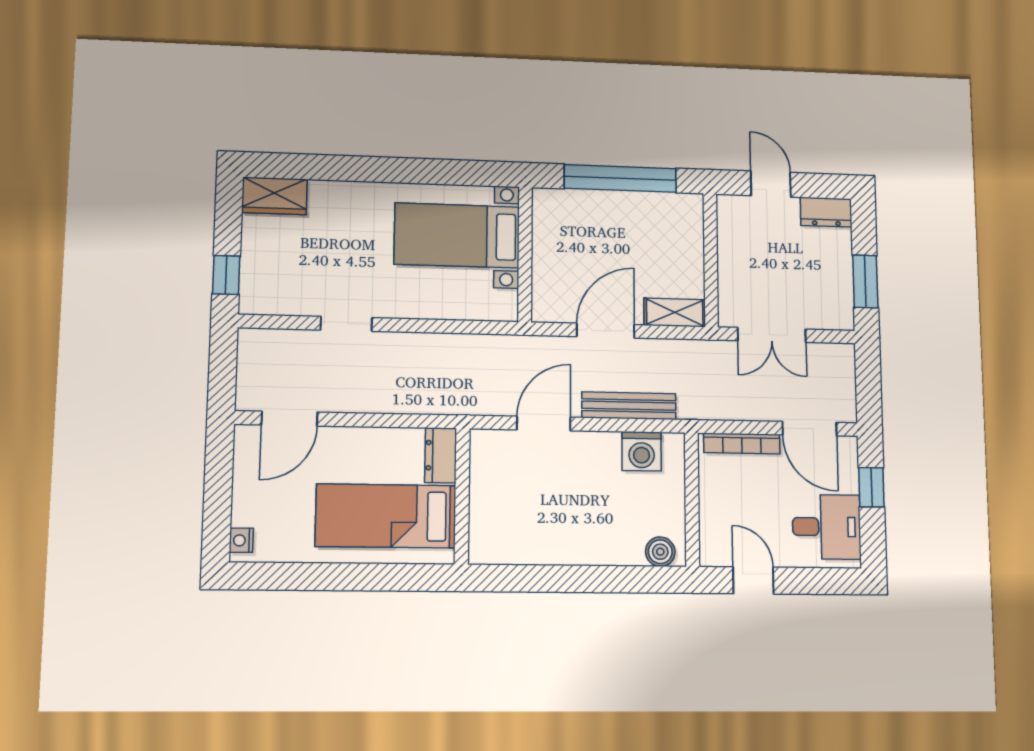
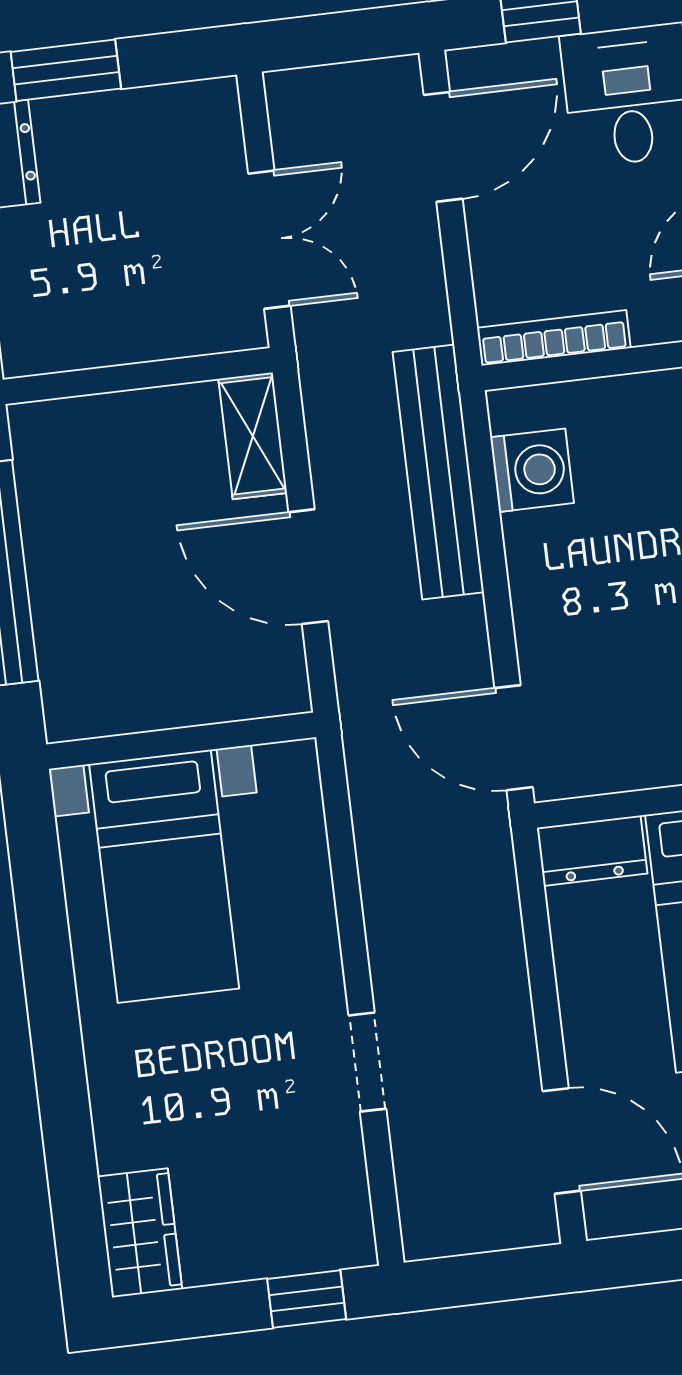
window: (865, 281) -> (66, 70), moved
bench: (629, 406) -> (438, 472), width x1.37, depth x1.21
door: (544, 423) -> (514, 738), moved
bookcase: (742, 443) -> (554, 338), moved, turned -90

